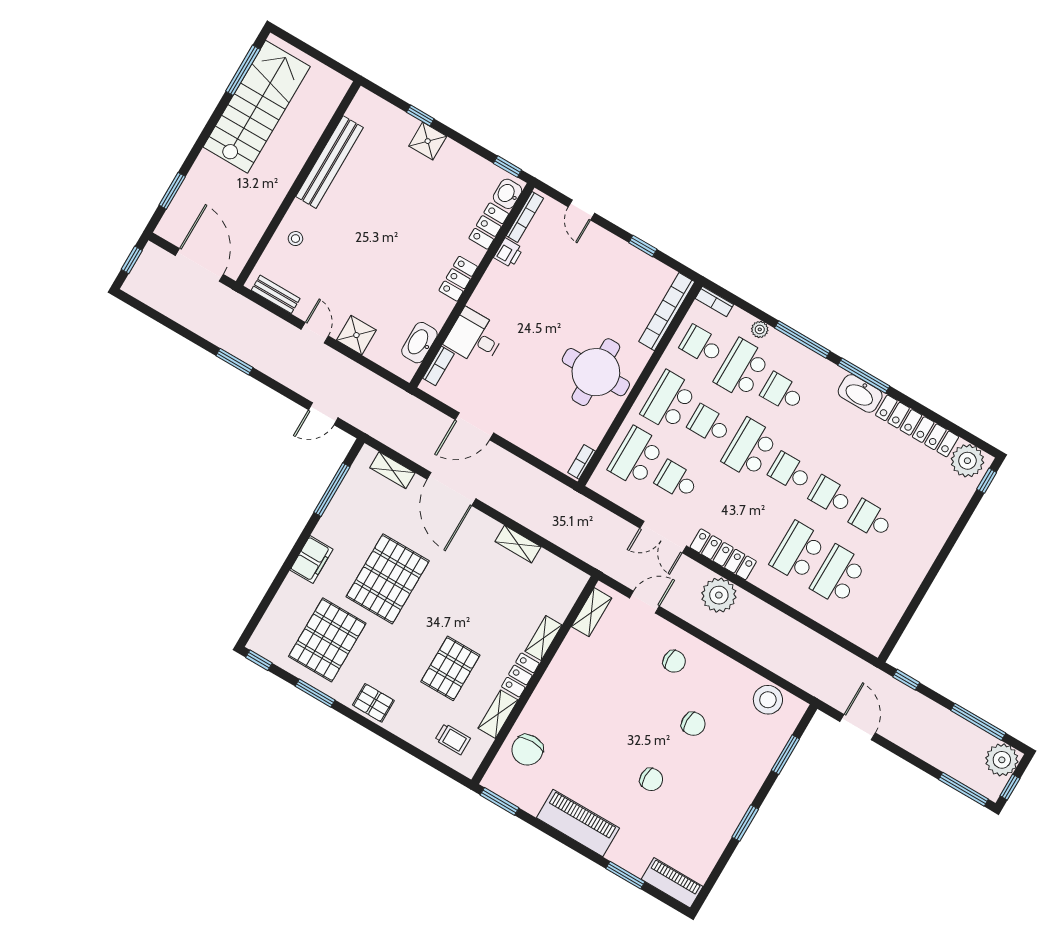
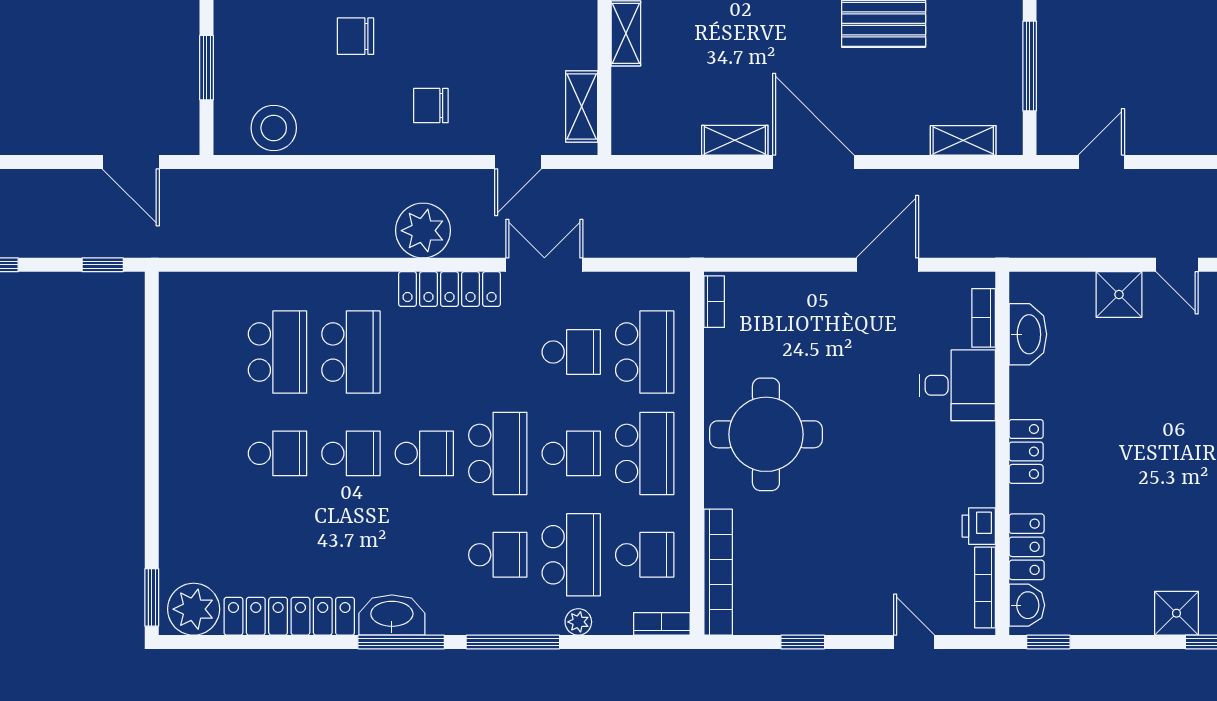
window: (987, 481) -> (152, 597), width x1.50
door: (451, 489) -> (813, 162), moved

